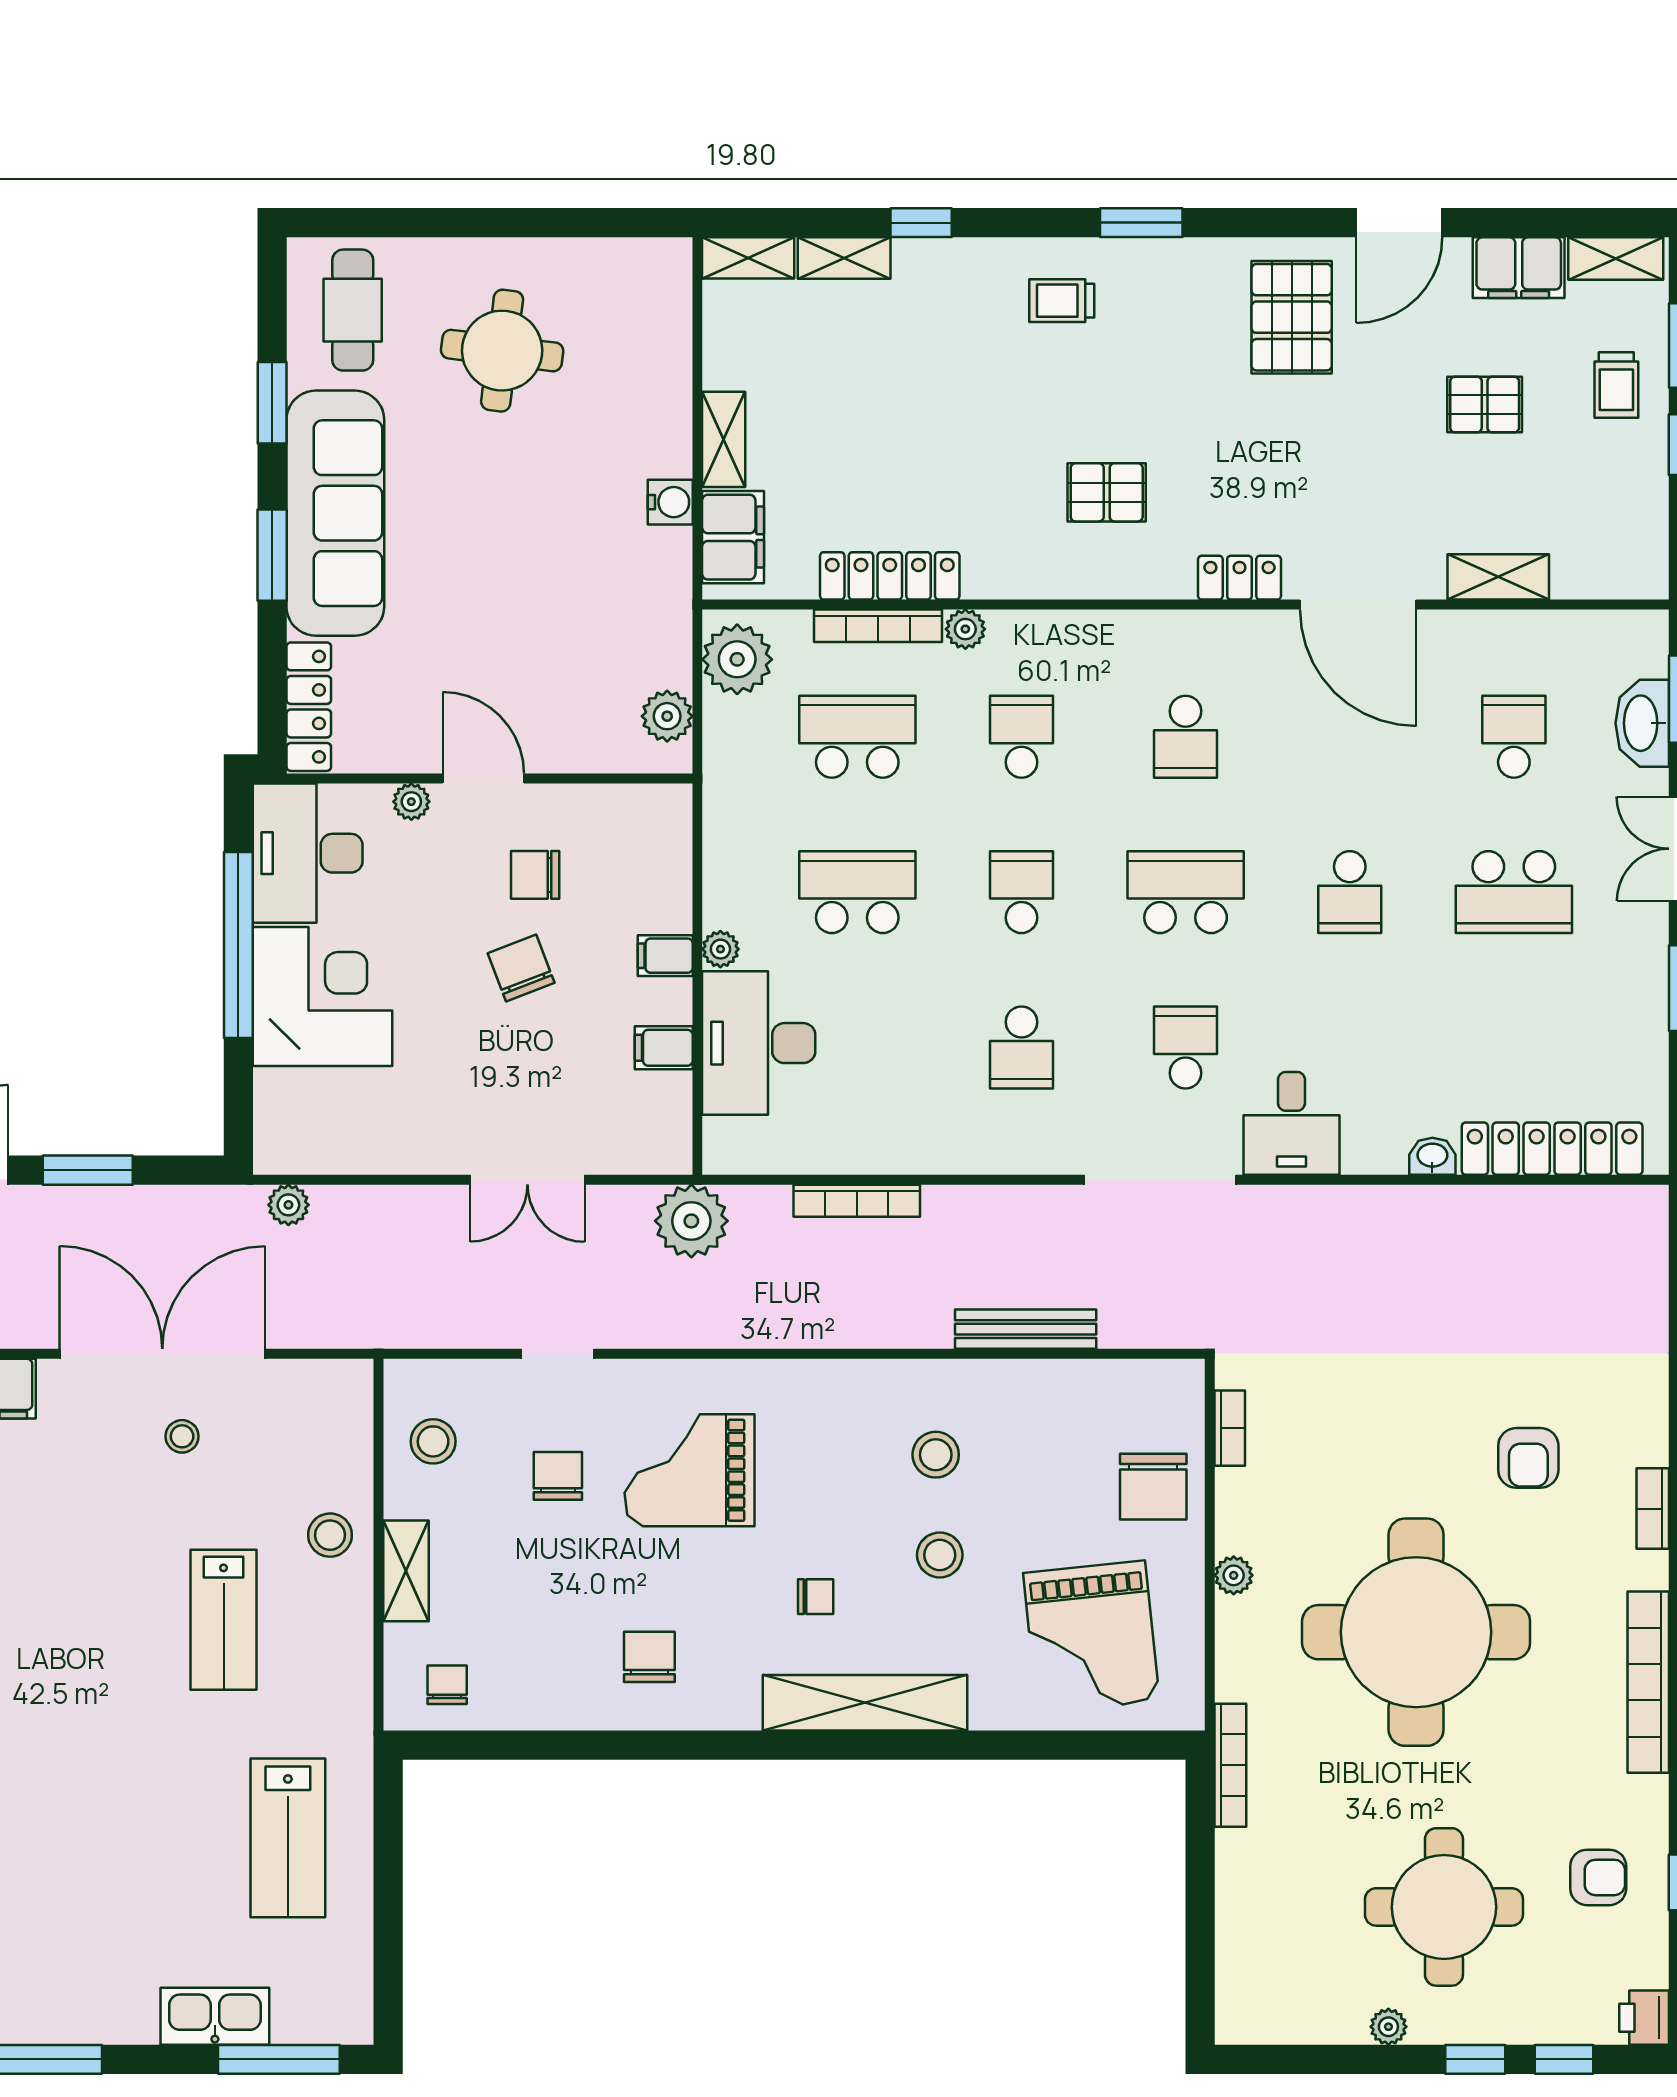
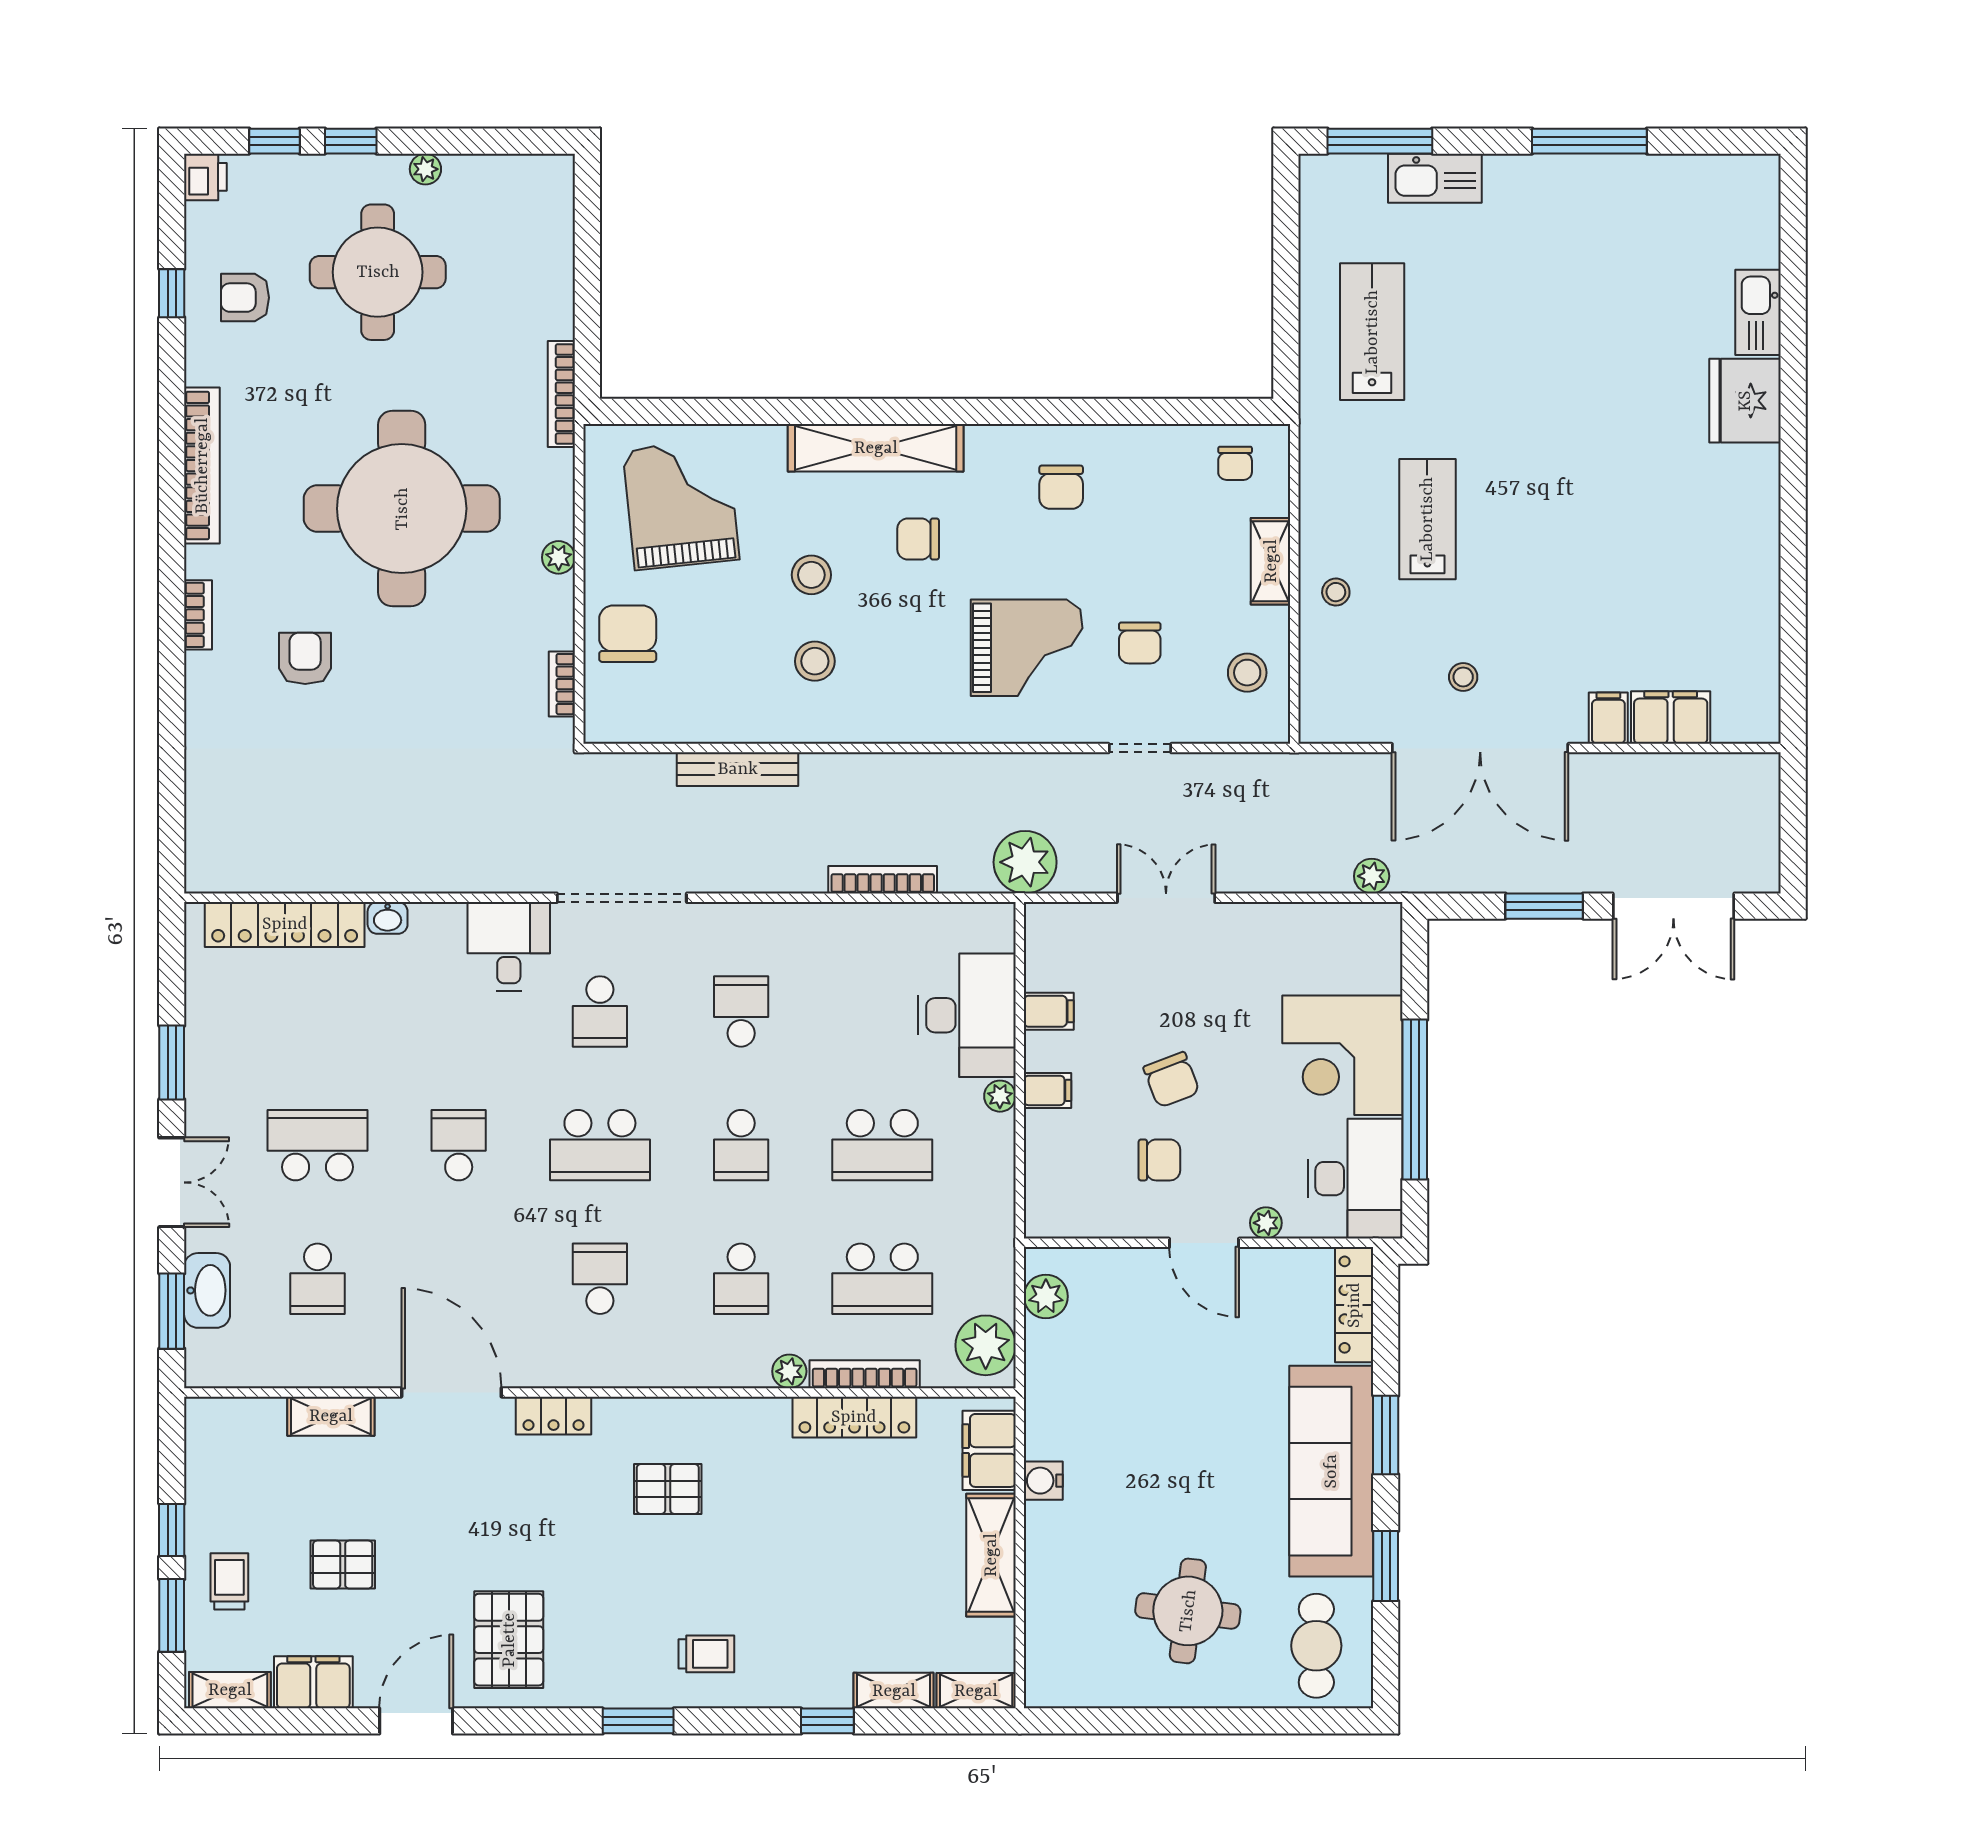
shelving: (724, 439) -> (991, 1555), width x1.50, depth x1.33
stool: (330, 1535) -> (1336, 592), width x0.73, depth x0.73
chair: (816, 1597) -> (918, 539), width x1.37, depth x1.37

